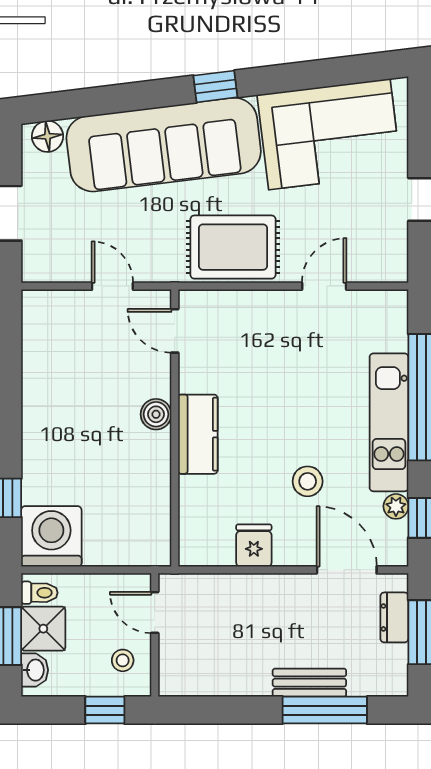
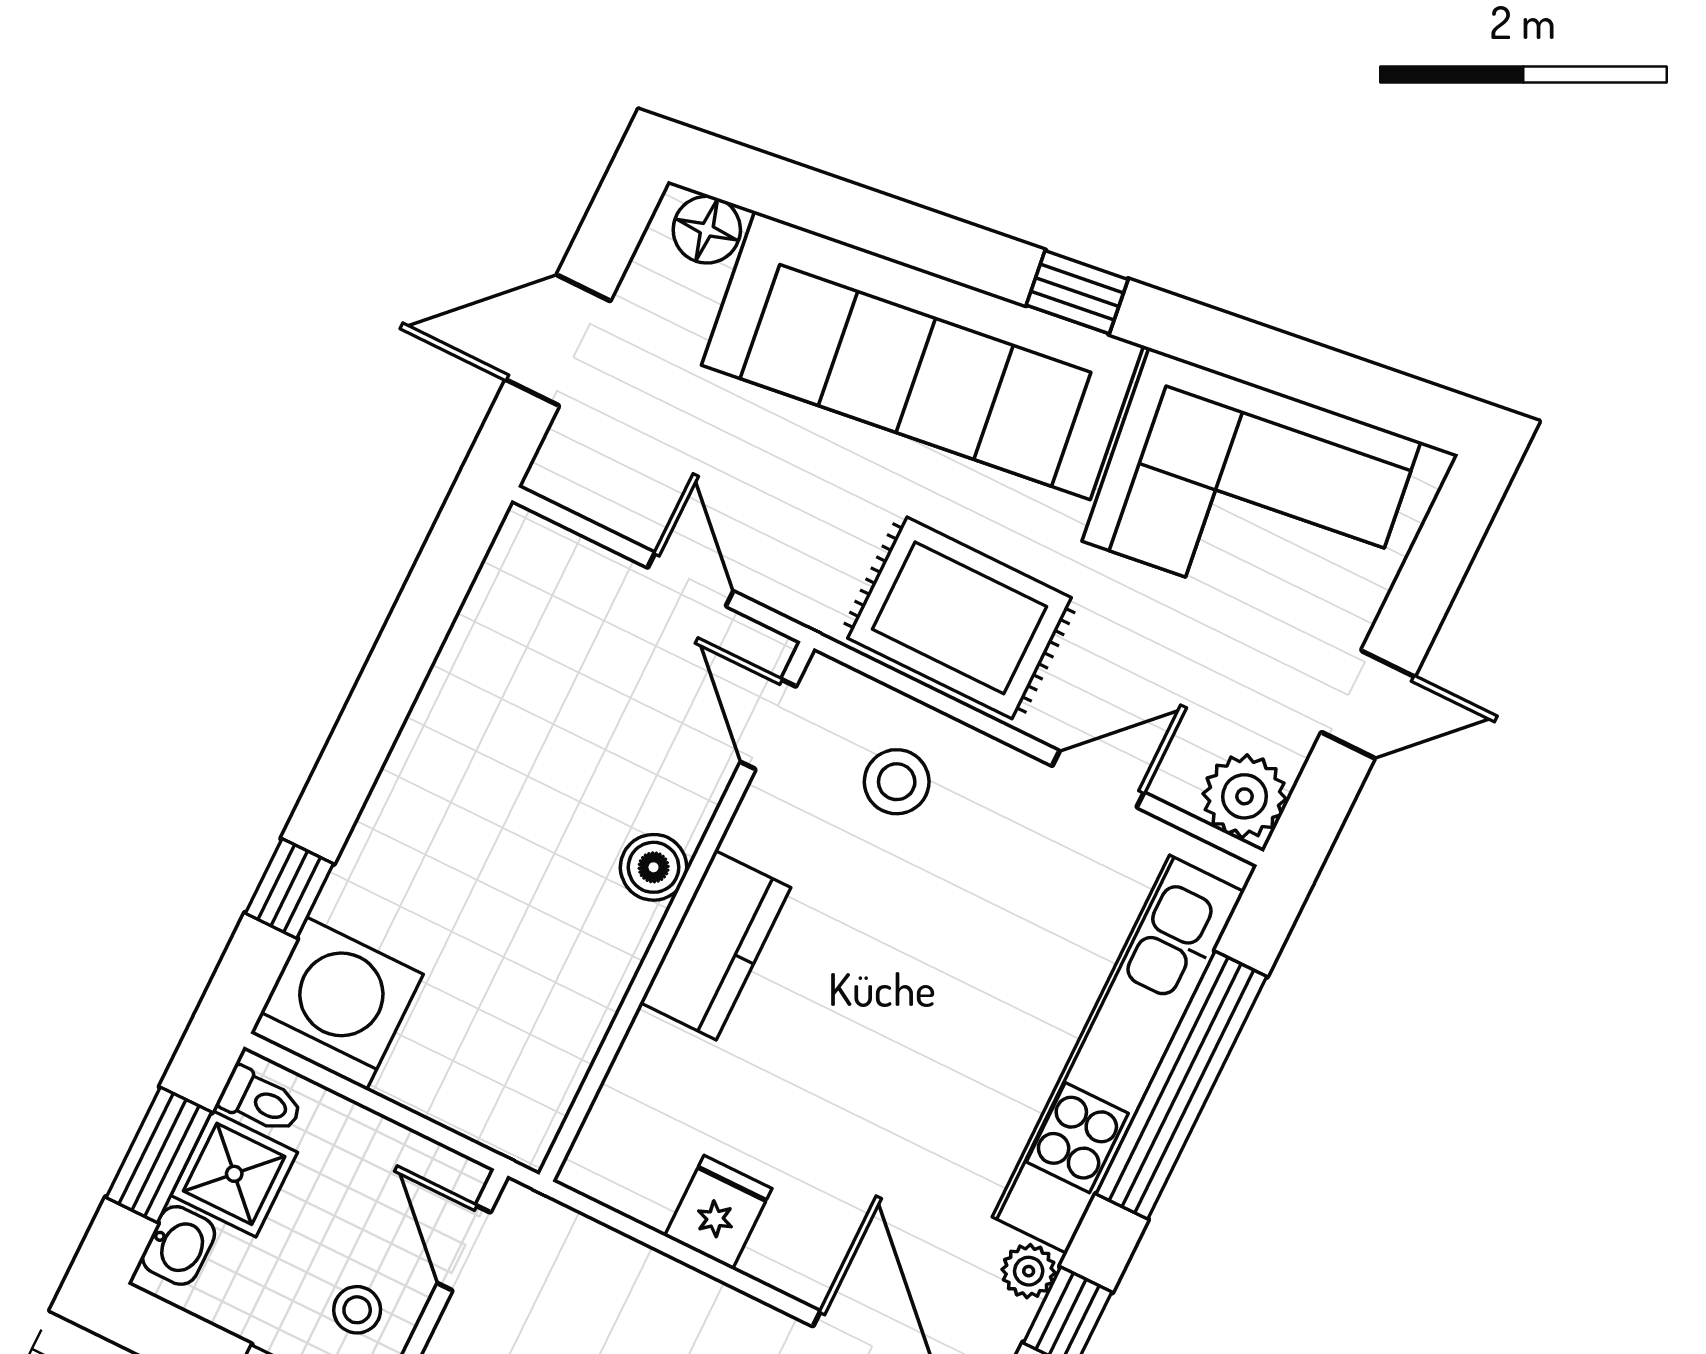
plant: (389, 263) -> (1245, 796), added
kitchen unit: (389, 422) -> (1118, 1054), width x1.36
stool: (308, 481) -> (897, 782), moved

